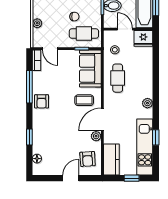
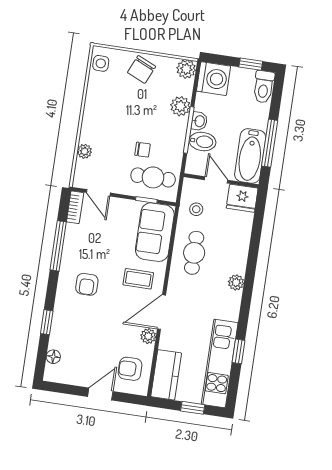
armchair: (42, 101) -> (87, 284), moved
plant: (147, 103) -> (236, 282), moved
armchair: (88, 159) -> (130, 369), turned 94

